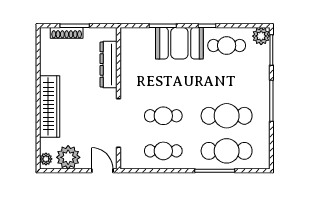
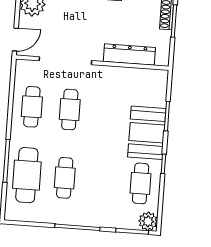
cafe table: (227, 116) -> (65, 178), width x0.73, depth x0.74

